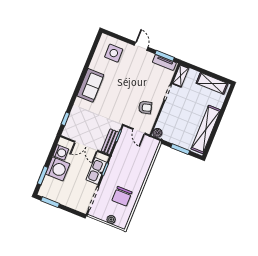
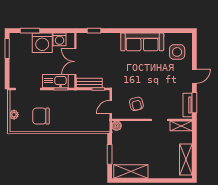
sofa: (90, 85) -> (142, 42), width x1.36
shelving: (206, 129) -> (131, 172), width x0.68

